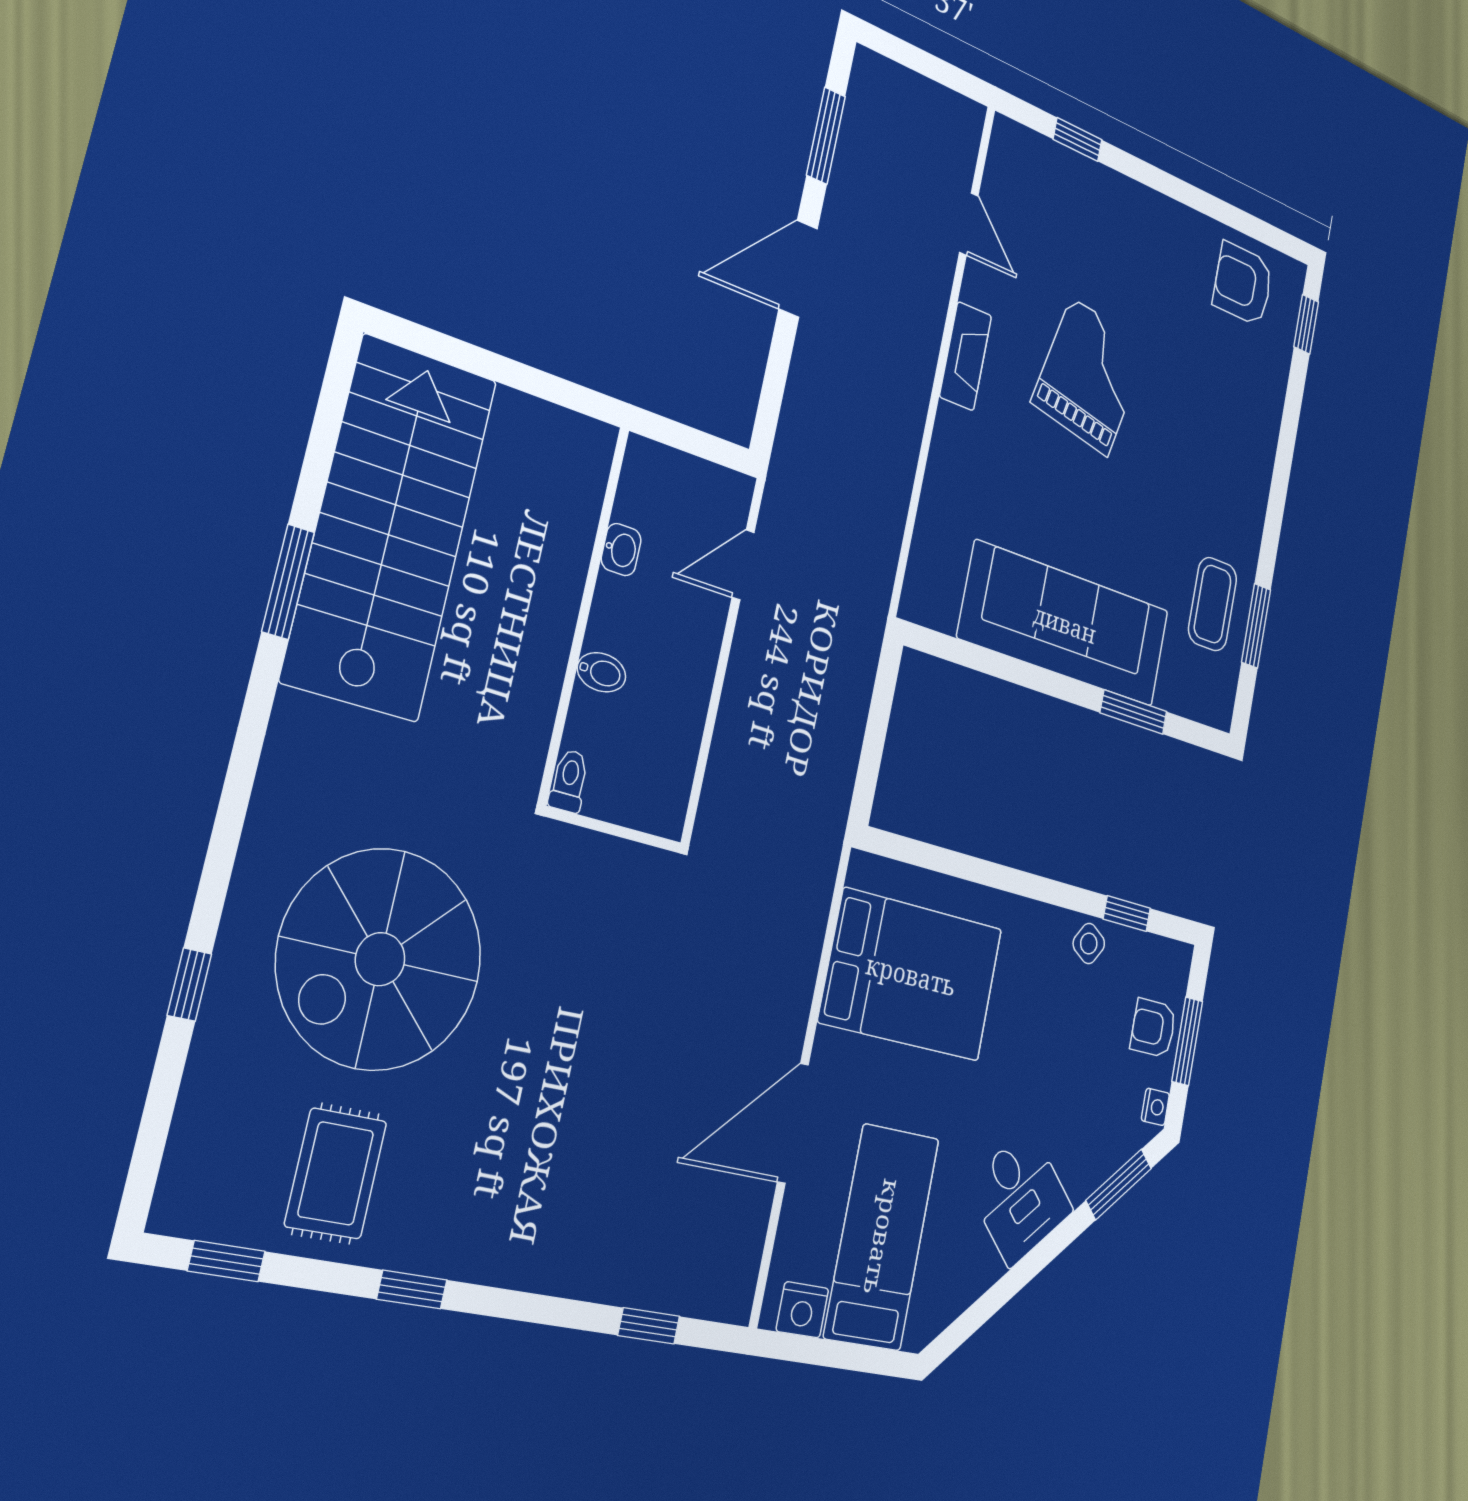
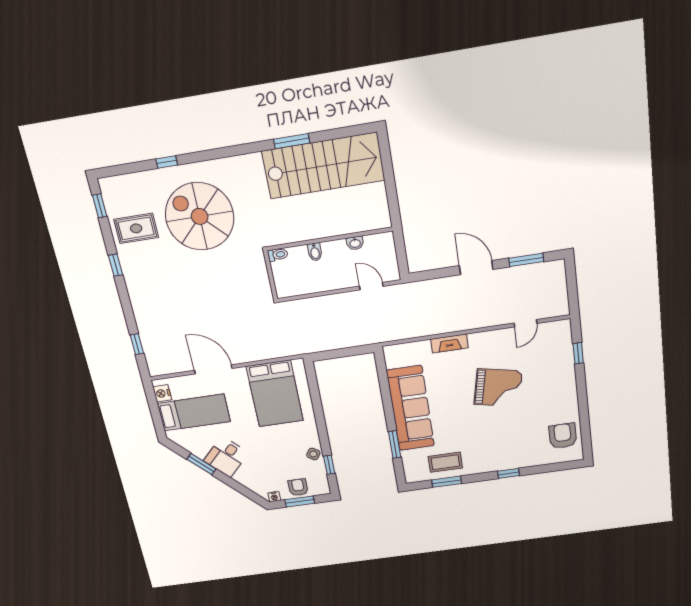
window: (1306, 324) -> (509, 473), moved
fireplace: (966, 356) -> (449, 343), moved
window: (1119, 1184) -> (201, 464), moved

